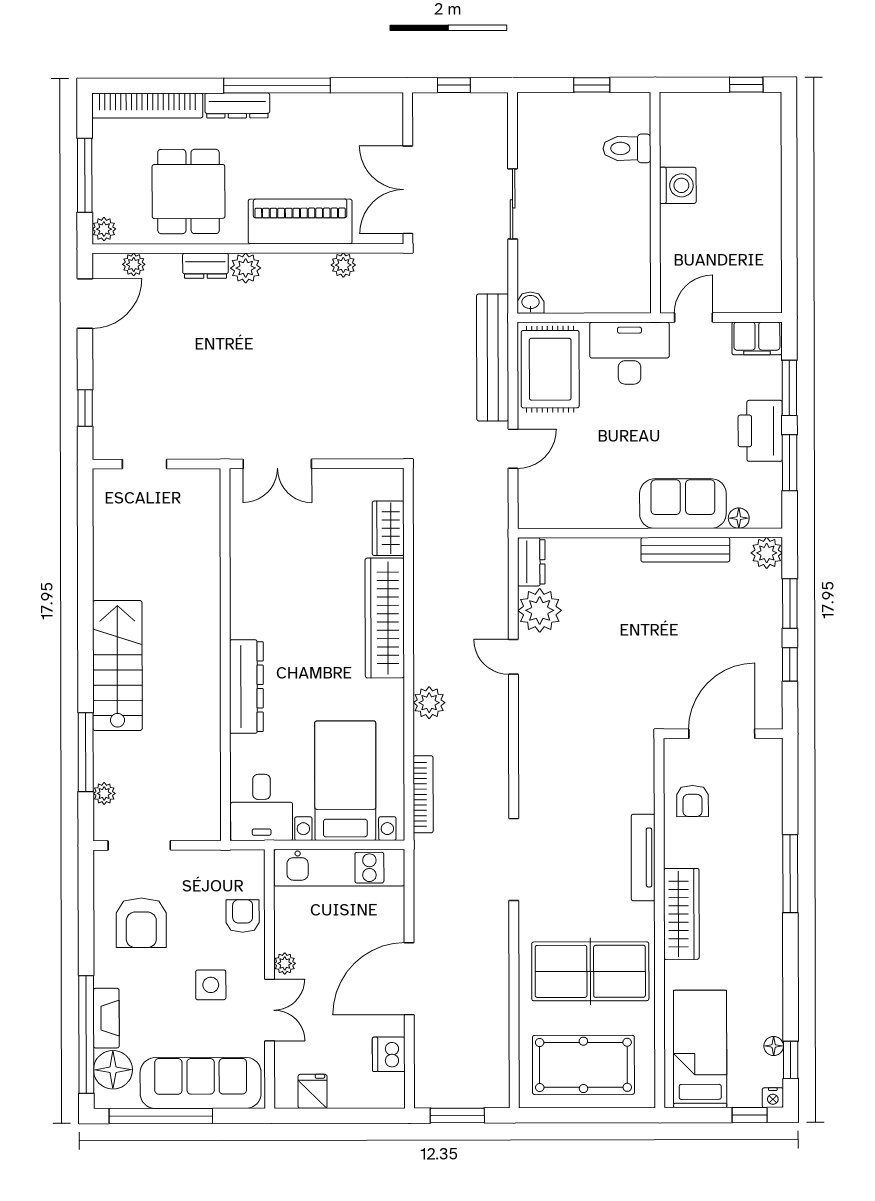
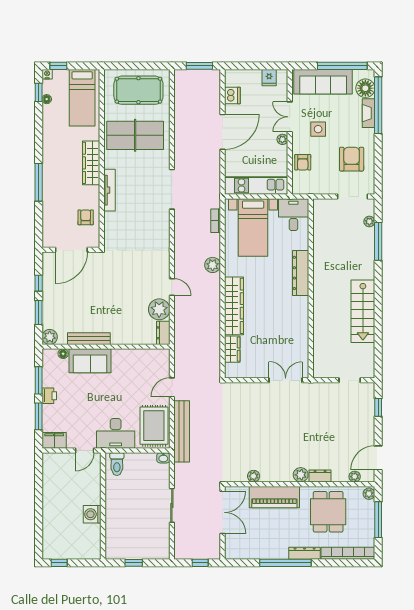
toilet: (627, 148) -> (117, 464), moved, turned 90
printer: (760, 431) -> (49, 396), width x0.53, depth x0.68
stairs: (117, 666) -> (363, 311), moved
bookcase: (423, 794) -> (216, 221), width x0.64

